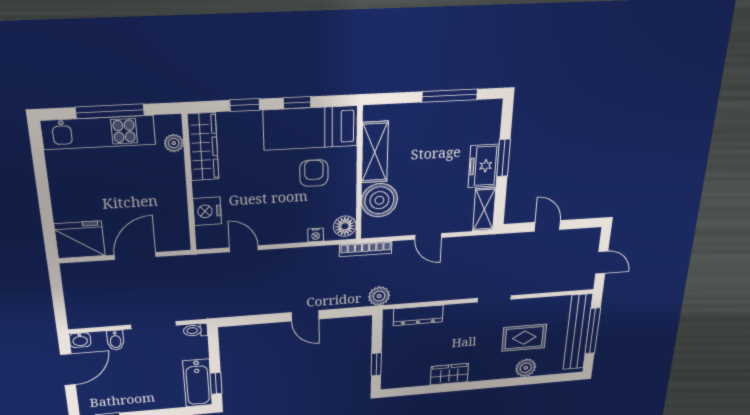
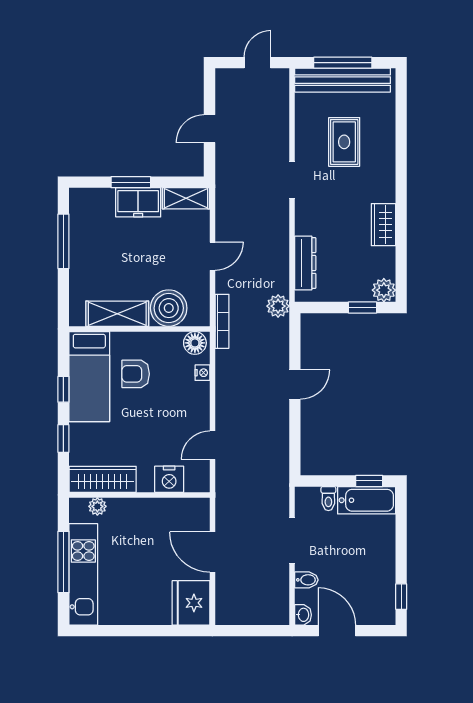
toilet: (195, 330) -> (328, 499), moved
plant: (526, 368) -> (384, 290), moved

